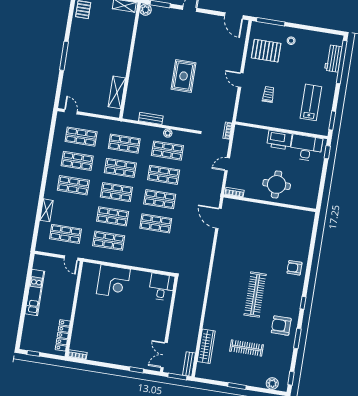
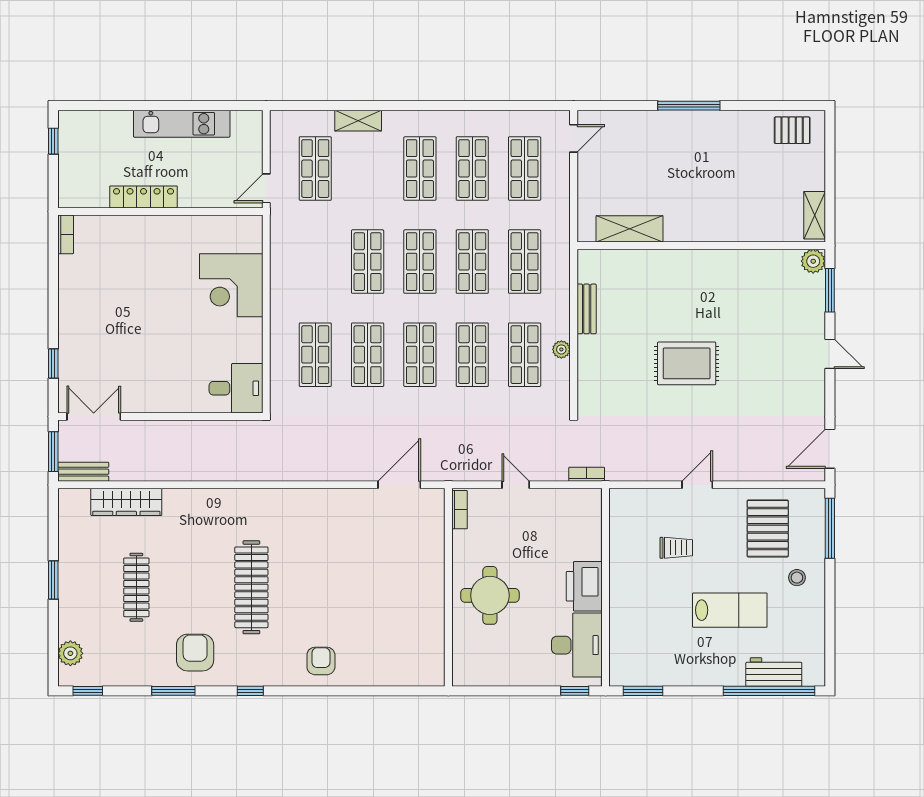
lab bench: (311, 102) -> (730, 610), moved
shop shelf: (109, 241) -> (315, 355), moved
clothes rail: (255, 295) -> (251, 587), turned 90
locker: (63, 335) -> (144, 197), moved

